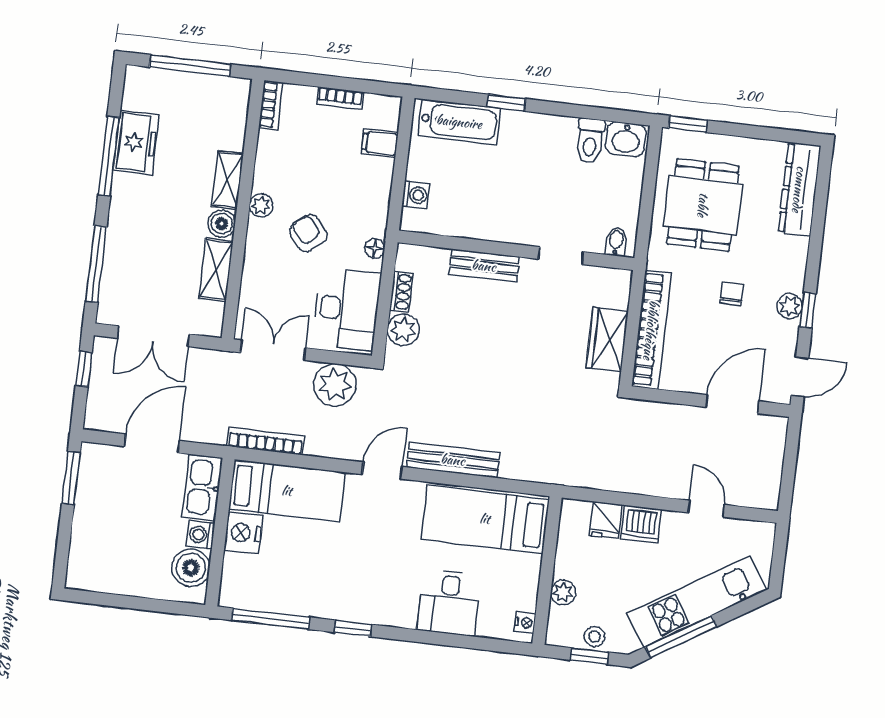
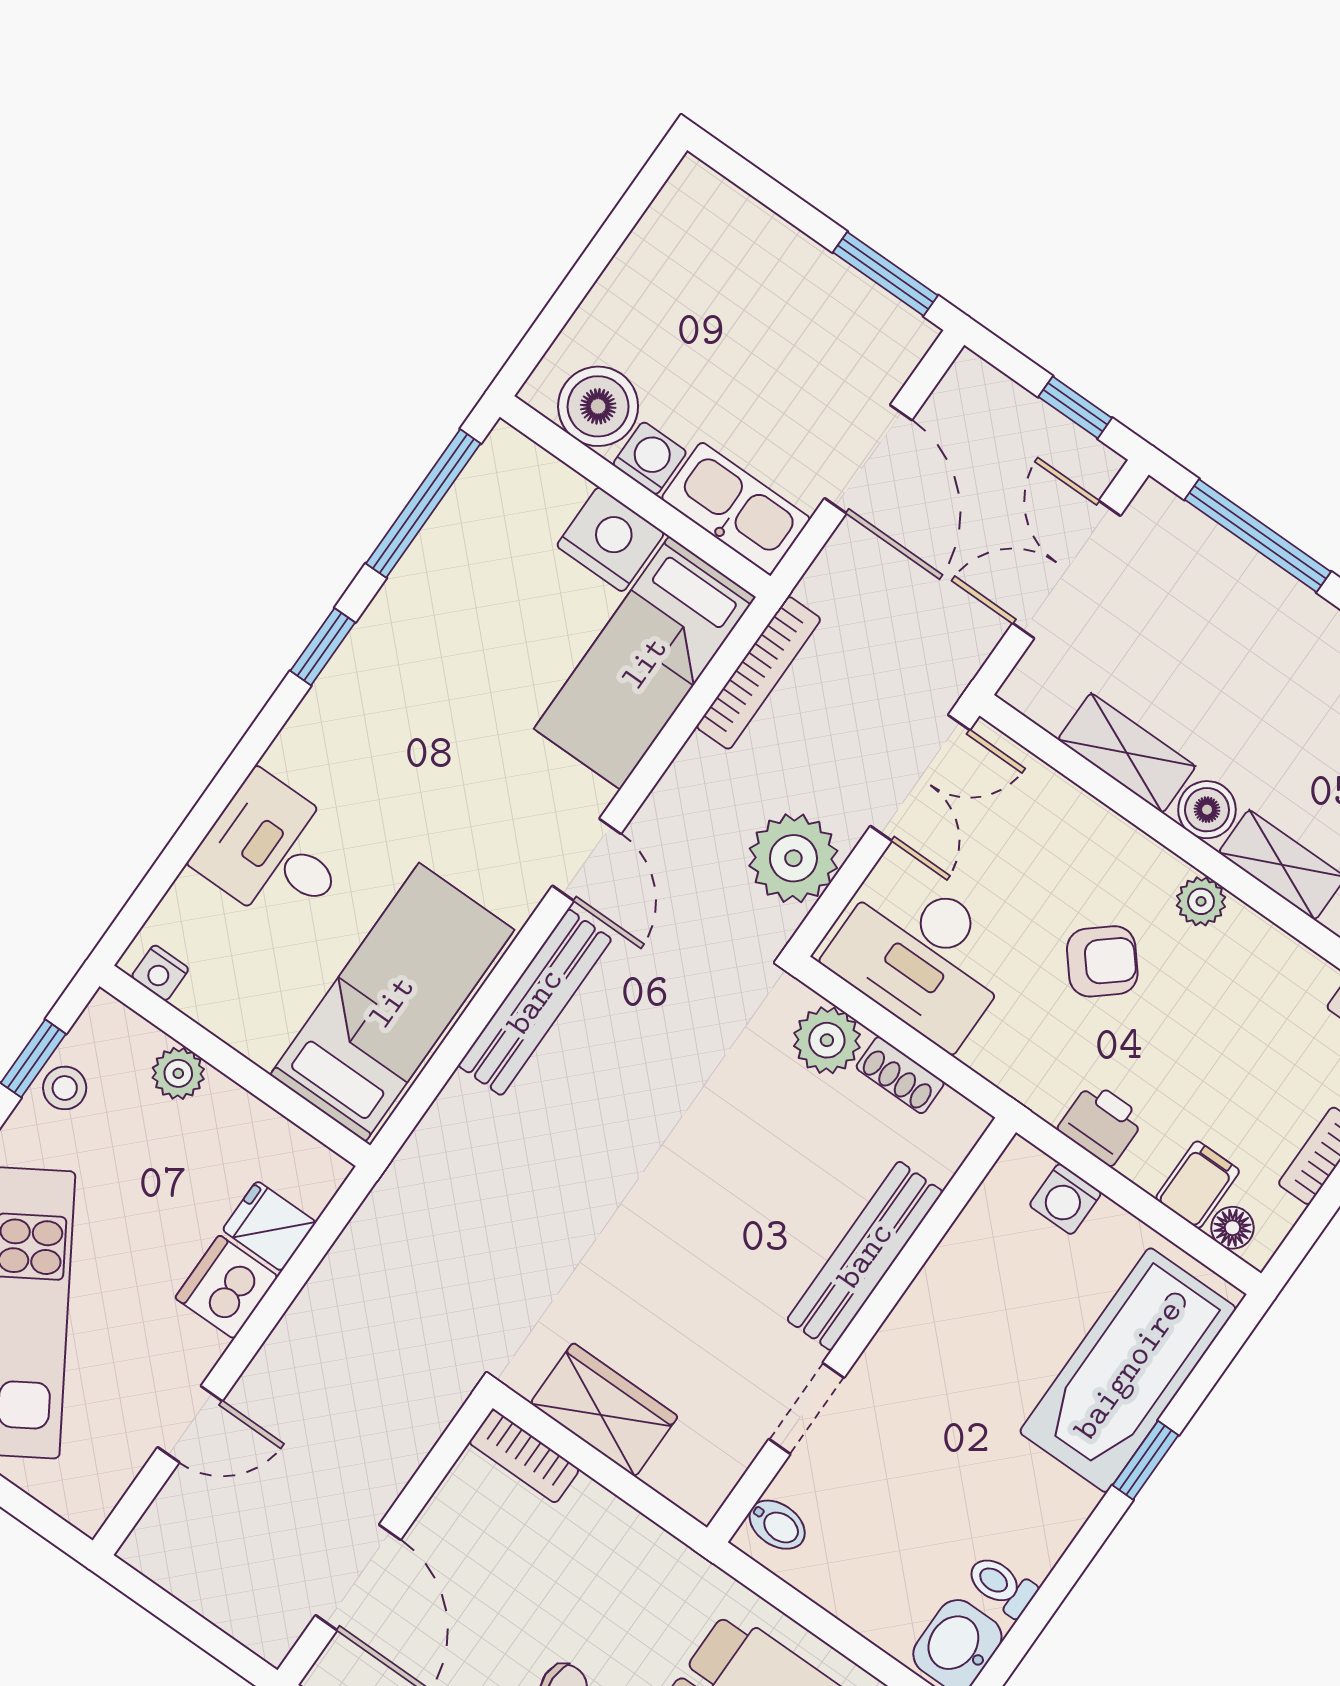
bathtub: (459, 122) -> (1128, 1370), width x1.36, depth x1.36
toilet: (590, 141) -> (1001, 1585), width x0.73, depth x0.72
printer: (376, 197) -> (1101, 1124), added
floor lamp: (375, 248) -> (1232, 1228), moved
bench: (484, 266) -> (865, 1256), width x1.36
bookcase: (651, 330) -> (524, 1456), width x0.43, depth x0.76

